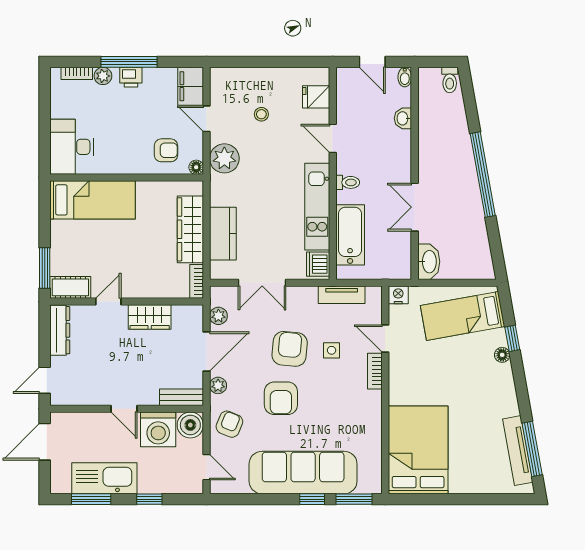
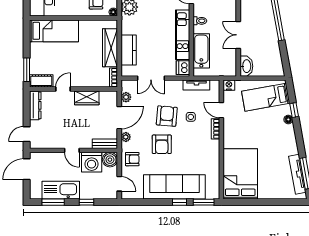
armchair: (229, 424) -> (132, 159), turned 68

